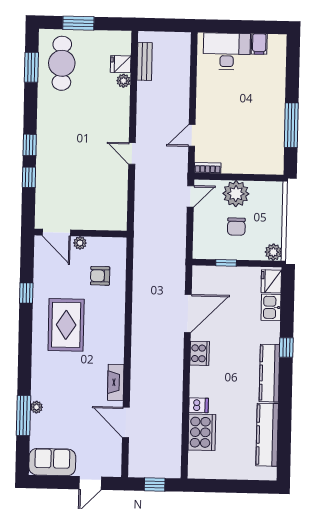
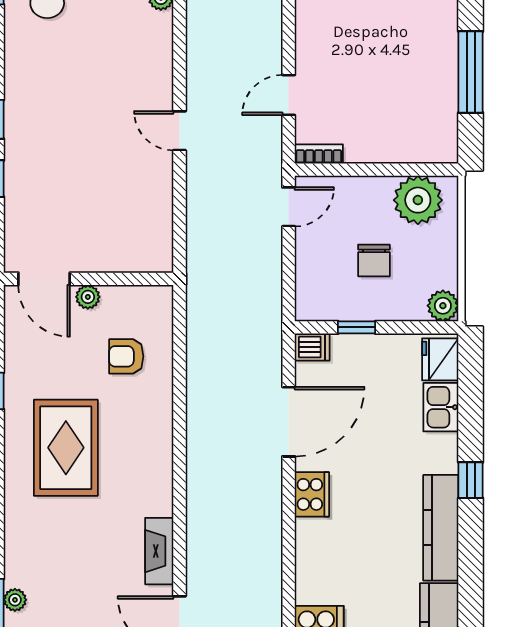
plant: (236, 194) -> (418, 200), moved
dishwasher: (199, 405) -> (312, 347), moved

